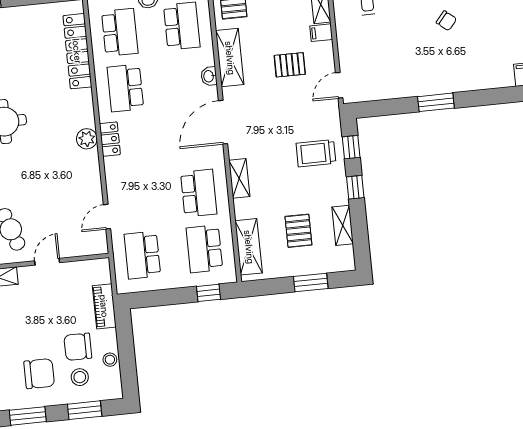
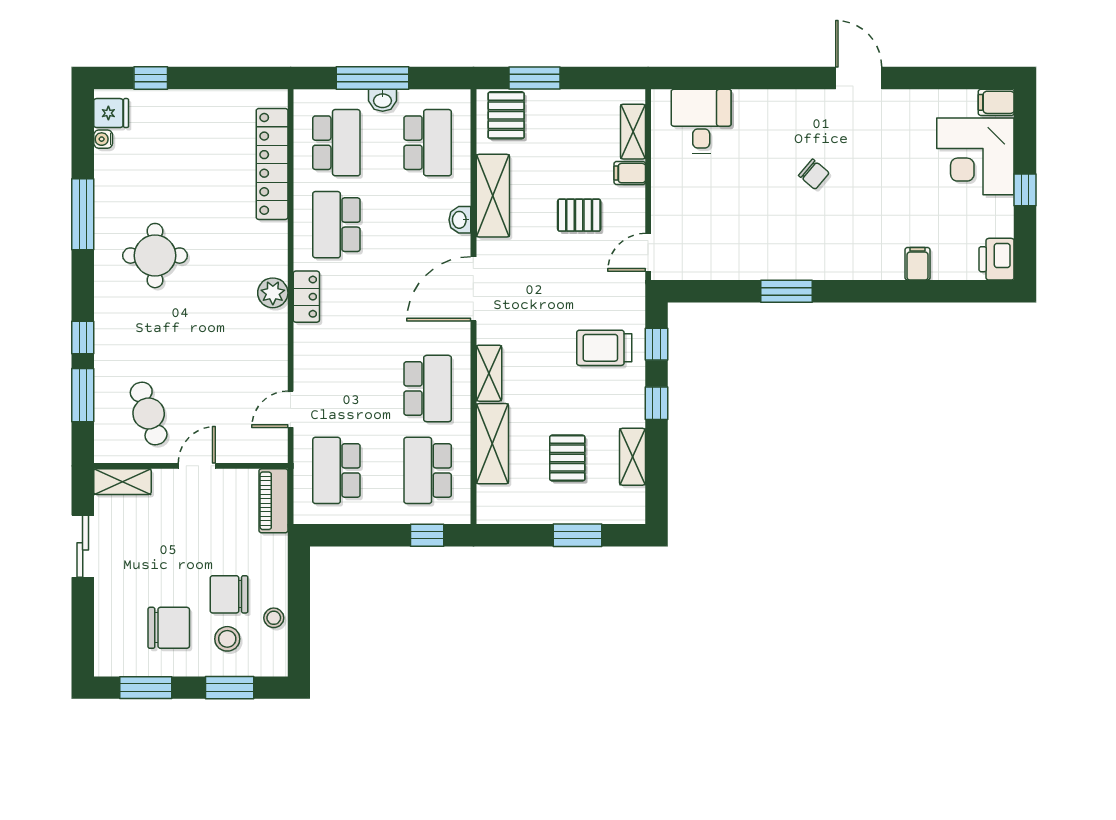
shelving: (249, 247) -> (492, 444), moved
piano: (104, 306) -> (273, 501), moved

